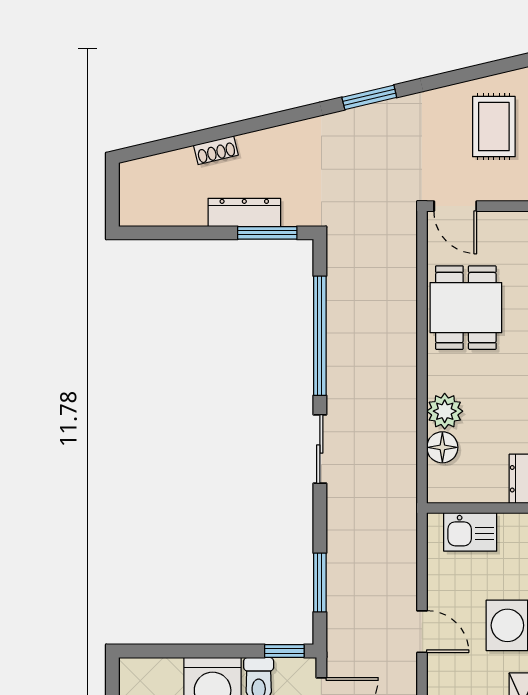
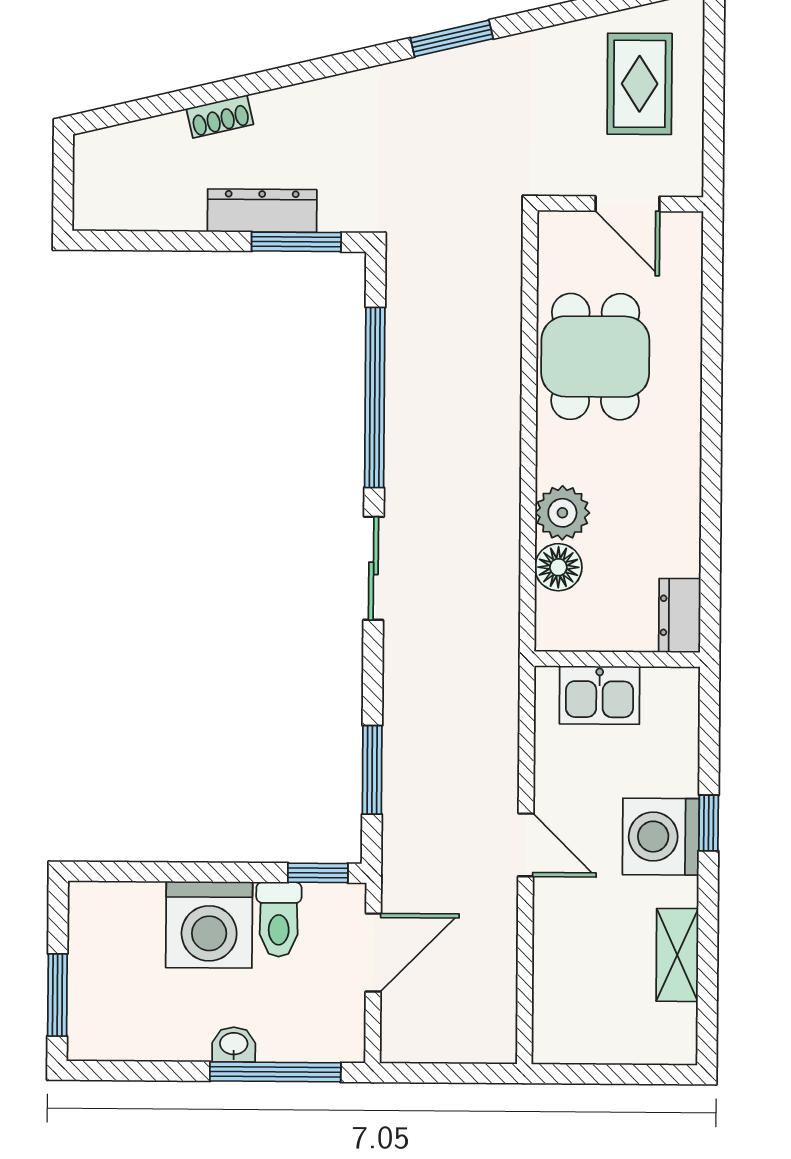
door: (455, 206) -> (628, 204), moved

